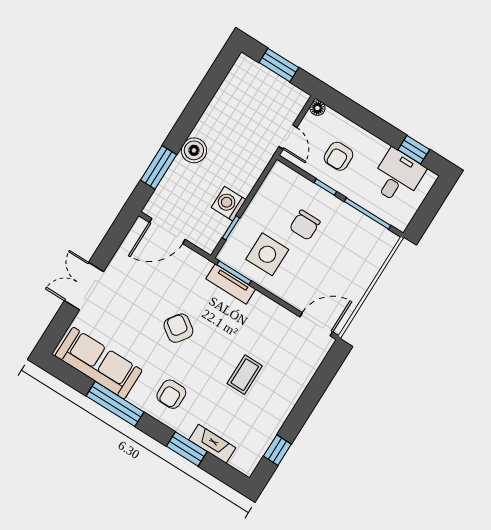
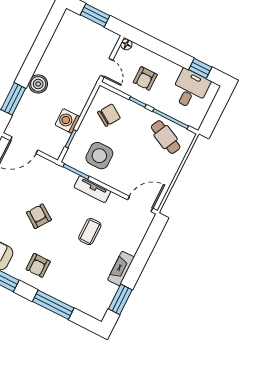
chair: (305, 225) -> (109, 115), moved, turned -147
cafe table: (359, 238) -> (166, 137), added
tv unit: (231, 284) -> (92, 189), moved
coffee table: (245, 375) -> (90, 232), moved
fireplace: (212, 444) -> (121, 269), moved, turned -90
window: (187, 449) -> (53, 305), width x1.44
window: (277, 450) -> (120, 299), width x1.50

